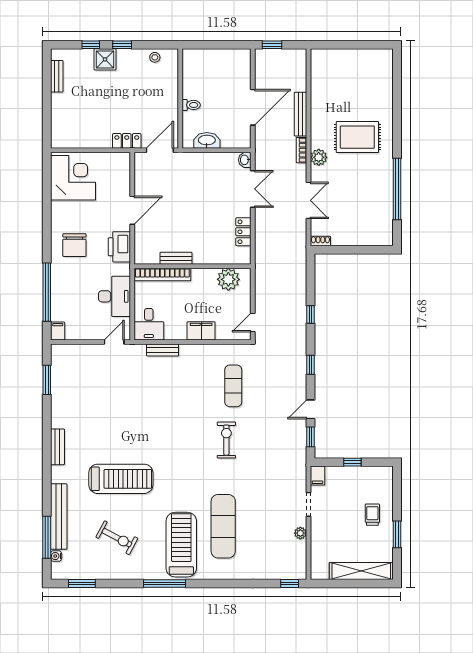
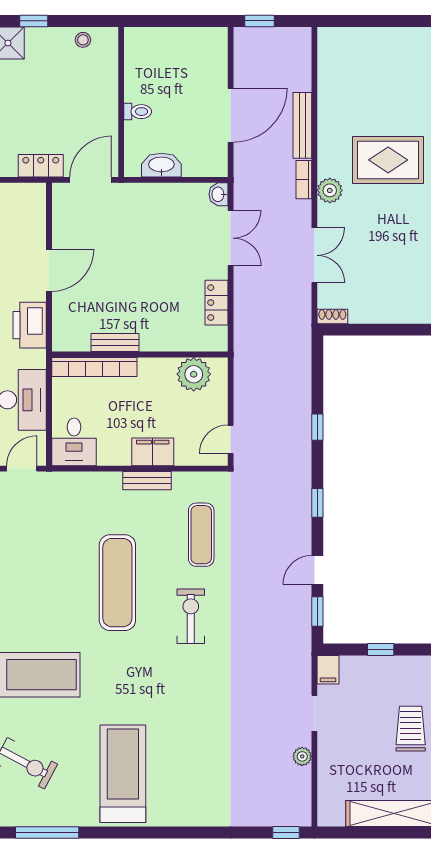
bench: (163, 350) -> (147, 481), moved
trolley: (372, 515) -> (411, 729), width x1.36, depth x1.39
exercise mat: (223, 526) -> (117, 583), moved
window: (165, 584) -> (47, 832), moved

